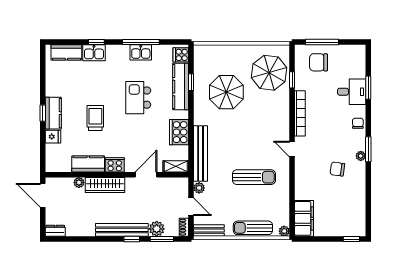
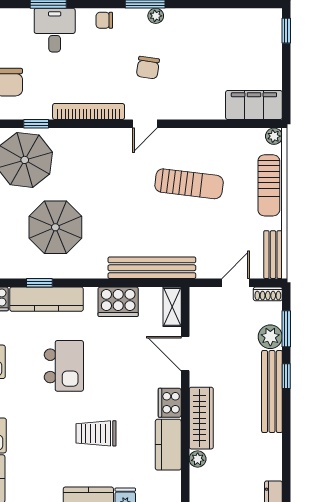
kitchen island: (138, 98) -> (64, 366), turned -90
chair: (337, 169) -> (148, 68), moved
sun lounger: (254, 177) -> (189, 184), turned 97
plant: (199, 188) -> (206, 270), removed

